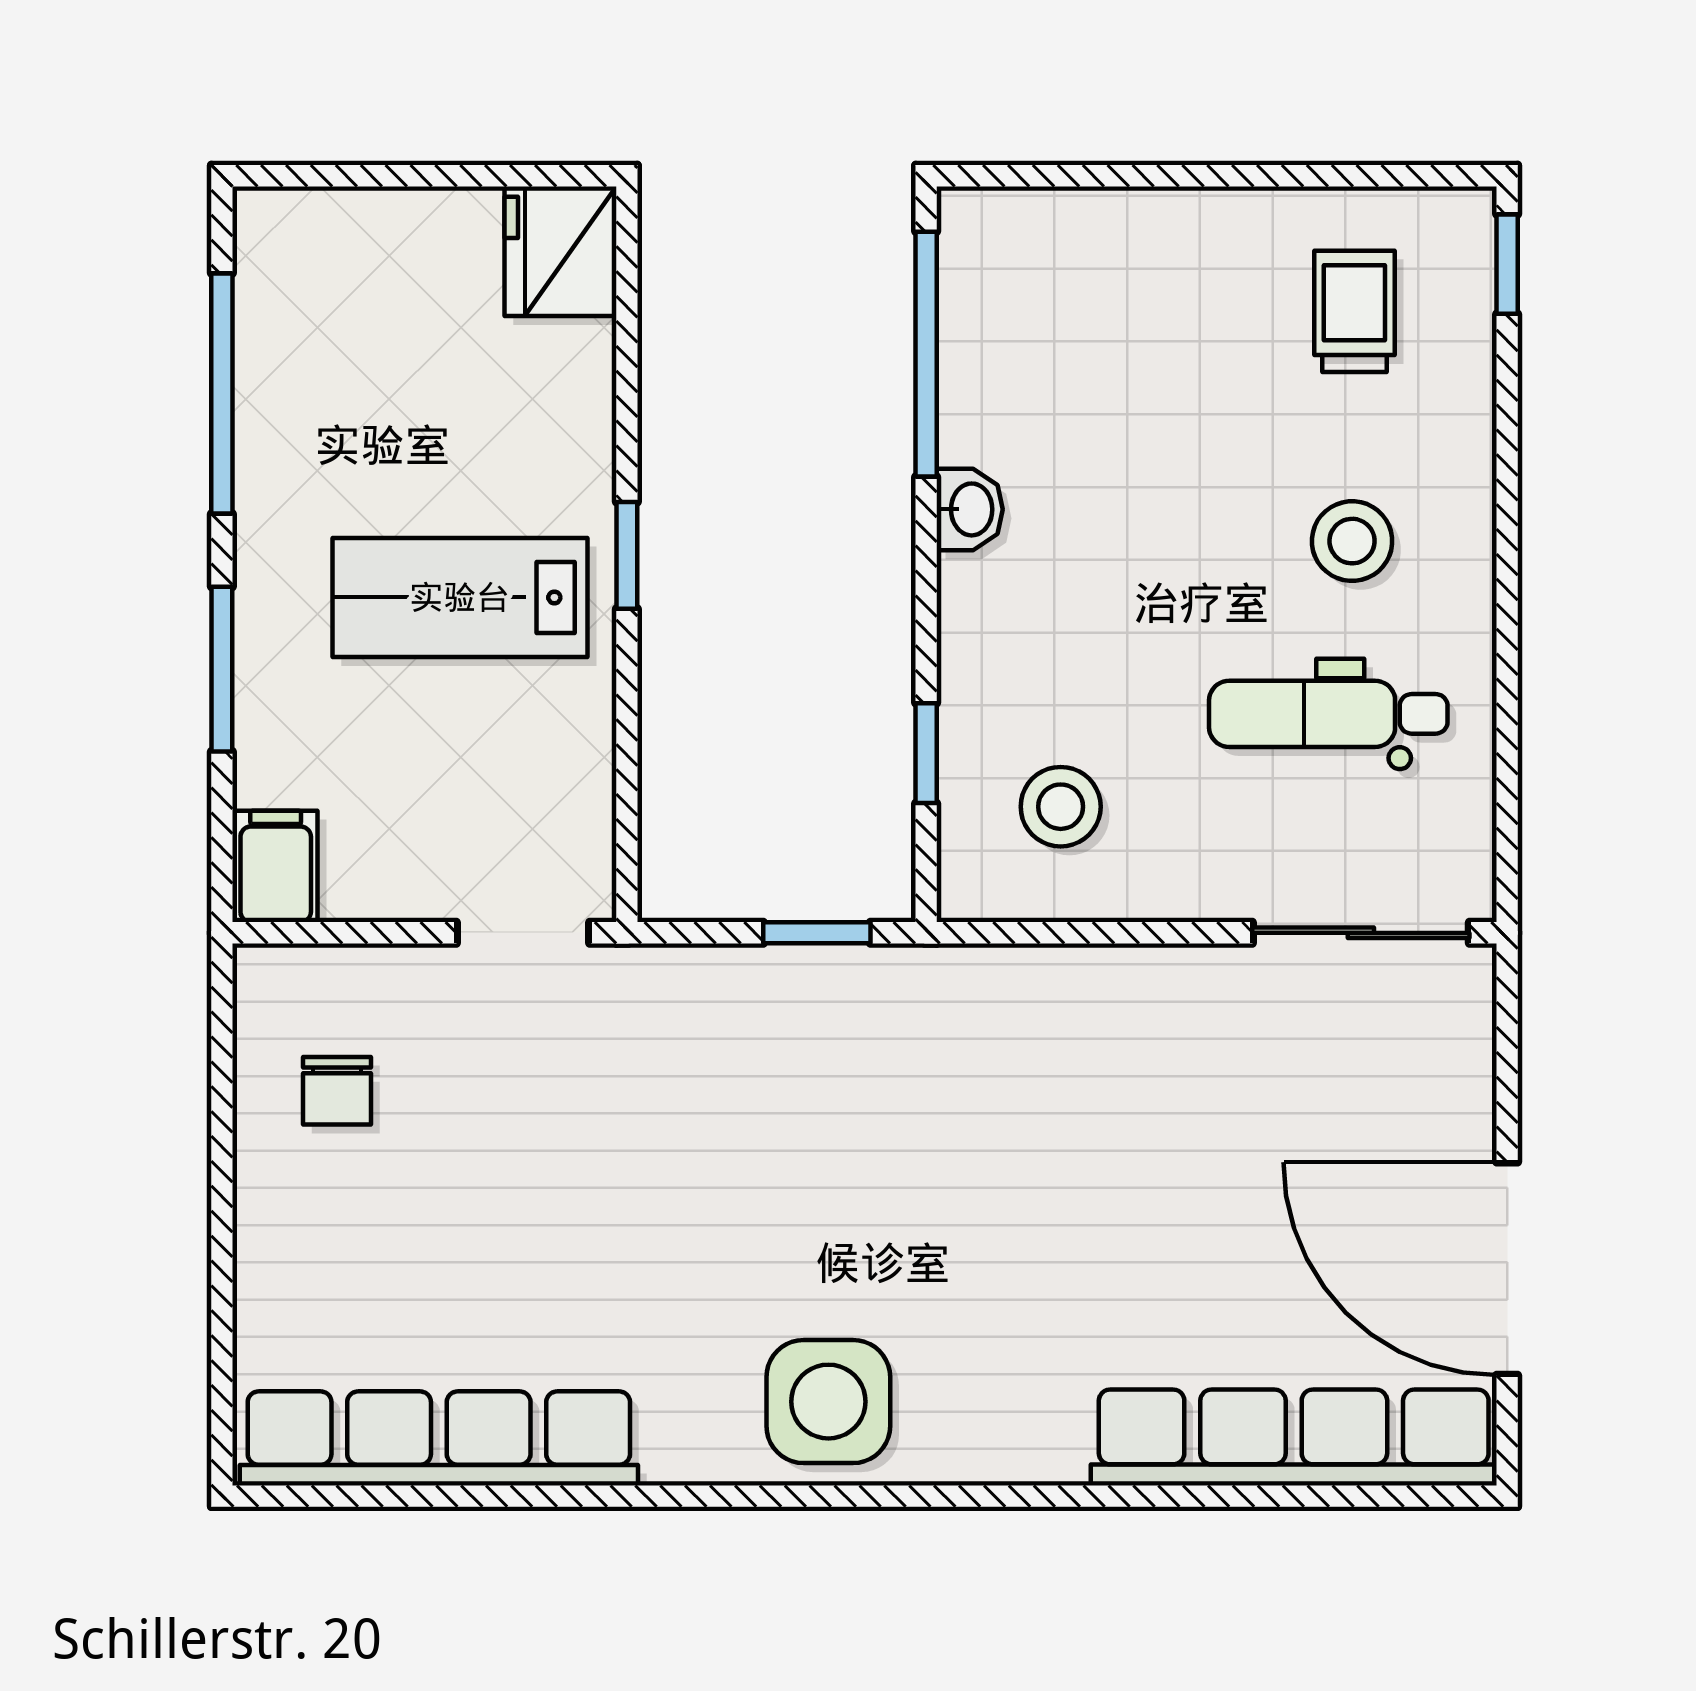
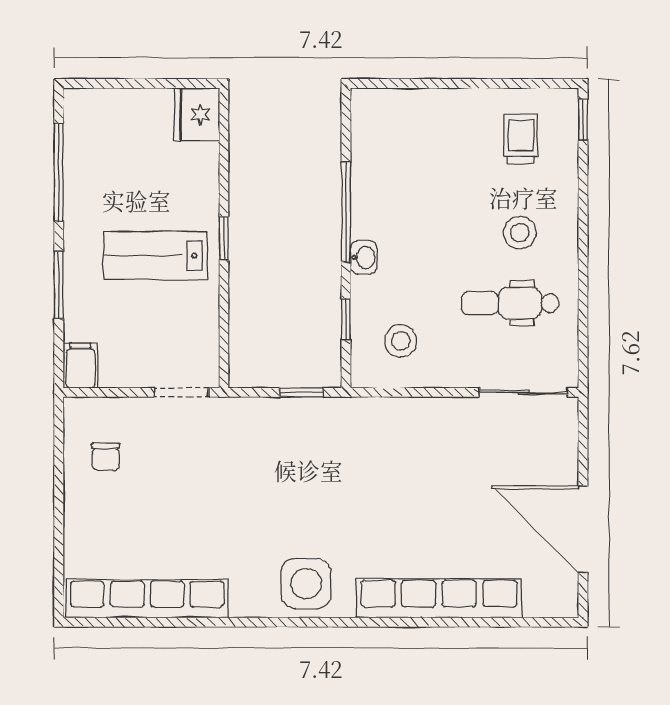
window: (926, 354) -> (346, 212), moved
washbasin: (970, 509) -> (364, 257), moved
row of seats: (1294, 1437) -> (439, 598), moved

